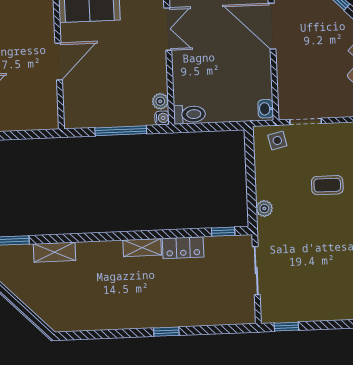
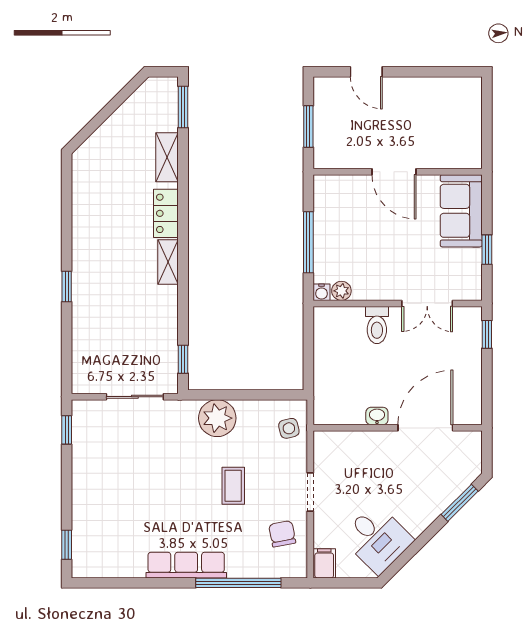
washbasin: (266, 109) -> (377, 416), moved
toilet: (189, 114) -> (377, 325), moved
doorway: (306, 121) -> (310, 492), moved
window: (24, 135) -> (308, 126), added
plant: (264, 208) -> (217, 418), width x1.88, depth x1.88
locker: (183, 248) -> (166, 213), moved

